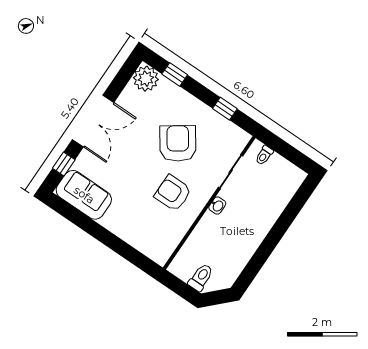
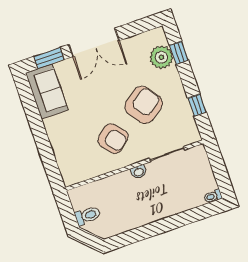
plant: (146, 79) -> (161, 57), moved
toilet: (264, 155) -> (213, 196), moved
window: (64, 164) -> (49, 58), width x1.50
armchair: (173, 193) -> (113, 139), turned 140

